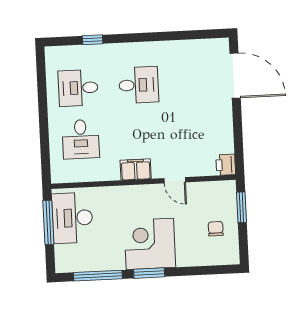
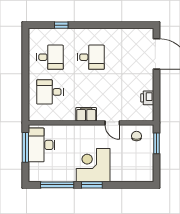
desk: (78, 88) -> (50, 57), turned 180
desk: (81, 139) -> (50, 92), turned 90
printer: (226, 165) -> (147, 98), moved
chair: (216, 229) -> (137, 136), moved

